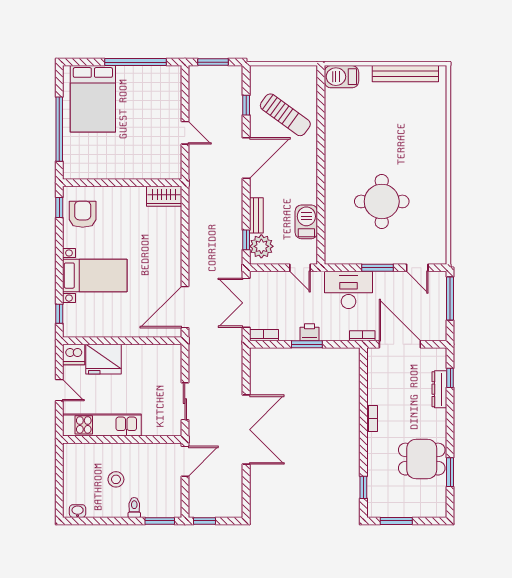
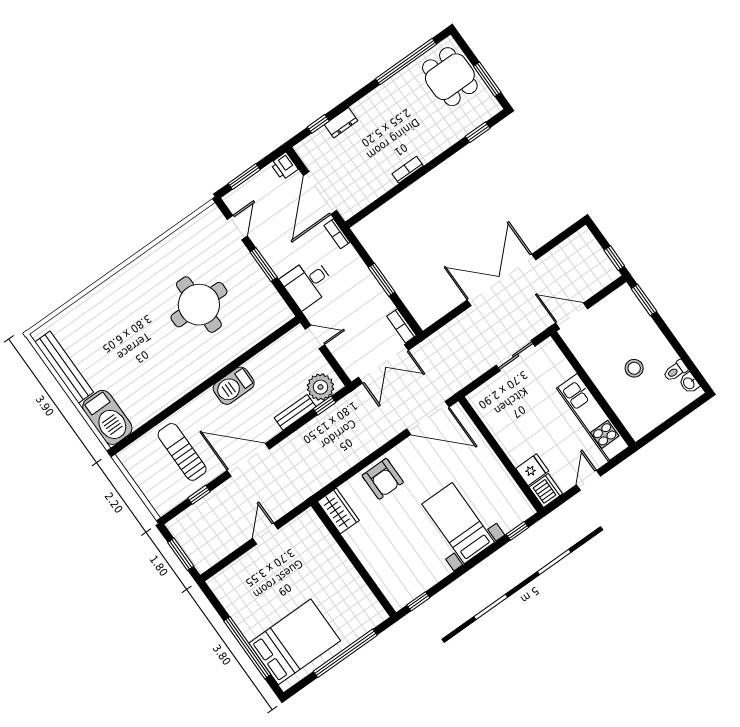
window: (135, 62) -> (247, 648), moved
barbecue: (341, 77) -> (107, 417), width x1.37, depth x1.21
sun lounger: (285, 115) -> (182, 452), turned -36
armchair: (83, 214) -> (383, 479), moved, turned -90
barbecue: (306, 222) -> (234, 386), moved
door: (300, 268) -> (315, 337), hinge flipped
desk: (349, 290) -> (308, 283), width x0.73
window: (450, 299) -> (244, 177), width x0.69
printer: (309, 332) -> (284, 166), moved
fridge: (104, 359) -> (532, 470), width x0.53, depth x0.75
dresser: (439, 389) -> (341, 123), width x0.70
dining table: (422, 459) -> (450, 77), moved
window: (450, 472) -> (406, 62), width x2.11
toilet: (134, 507) -> (675, 371), moved

